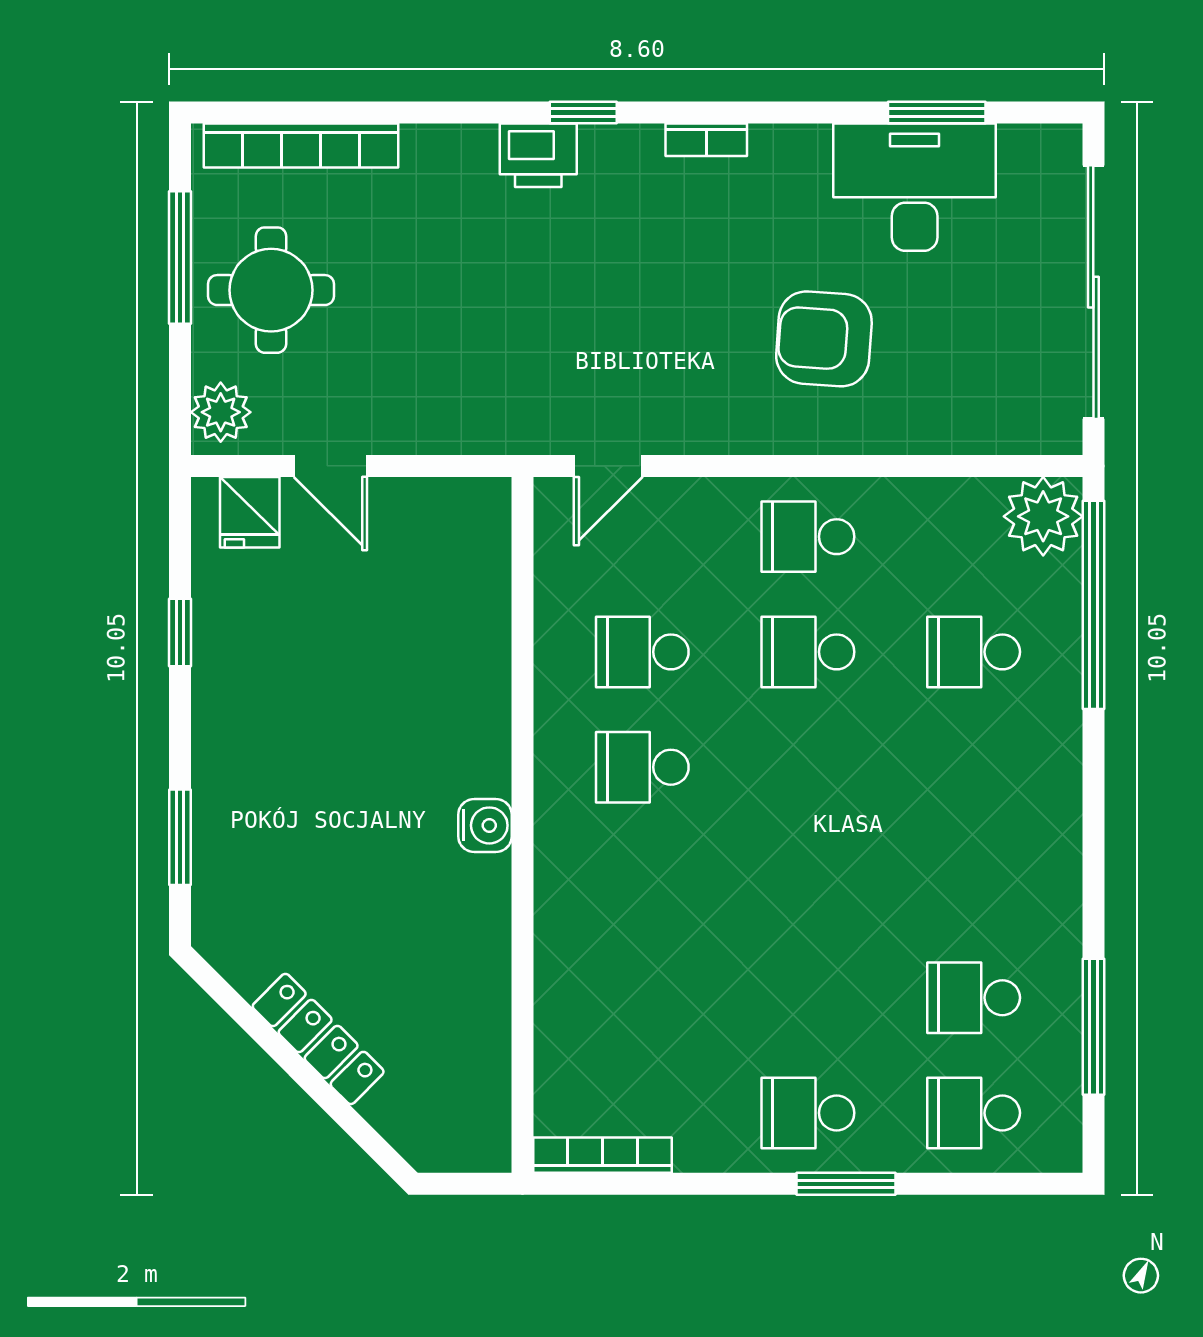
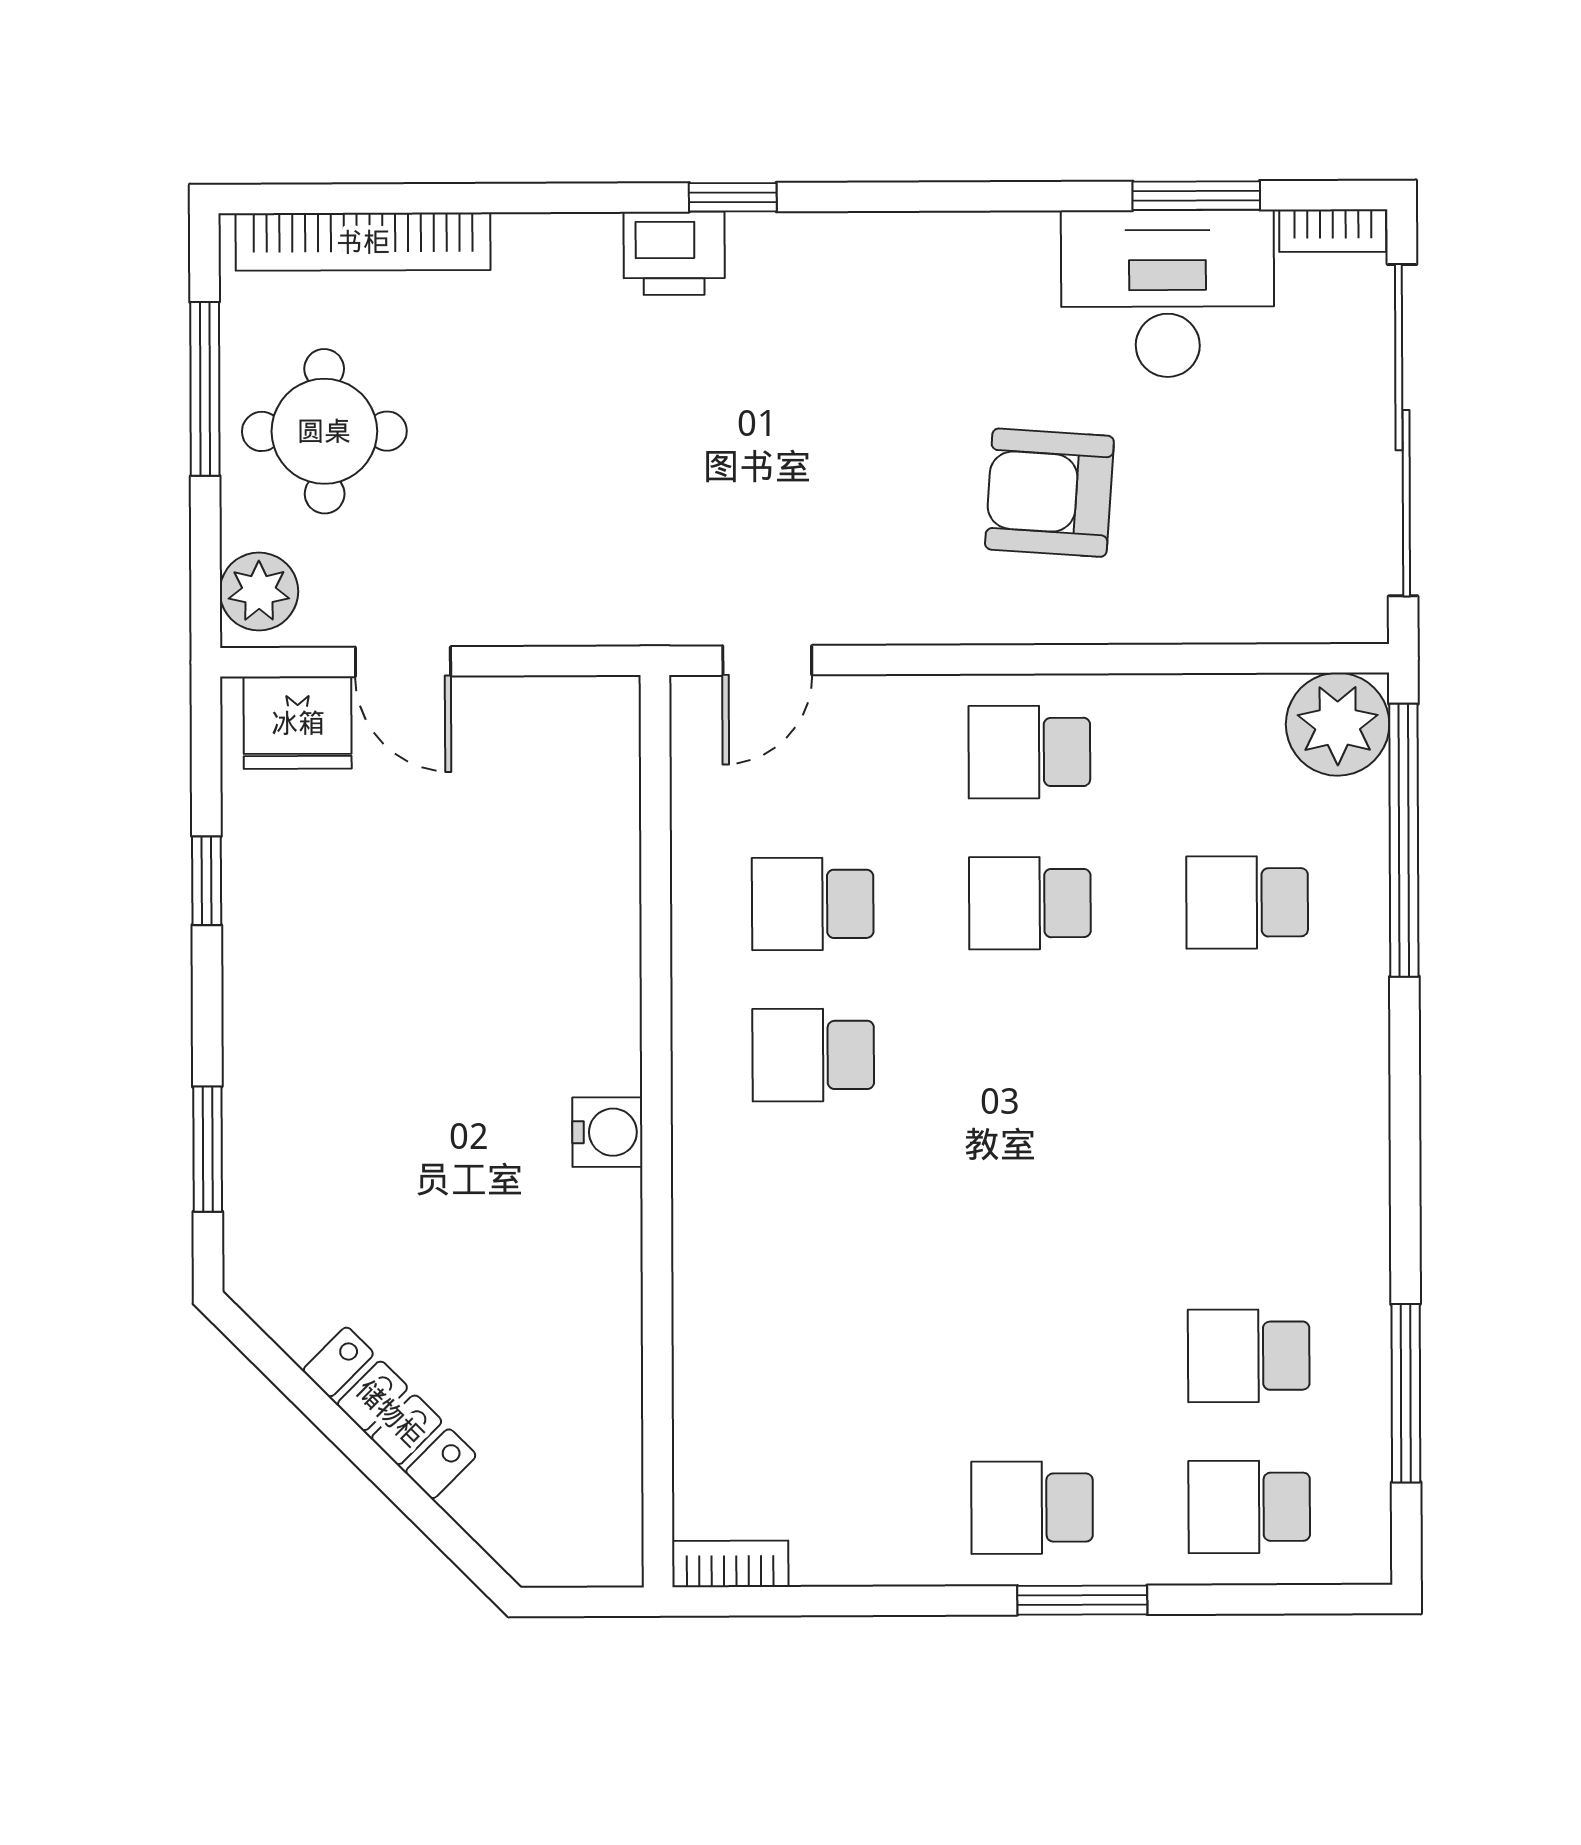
bookcase: (706, 140) -> (1333, 231), moved
fridge: (250, 512) -> (298, 723), width x1.38
bookcase: (602, 1155) -> (730, 1564), width x0.64

